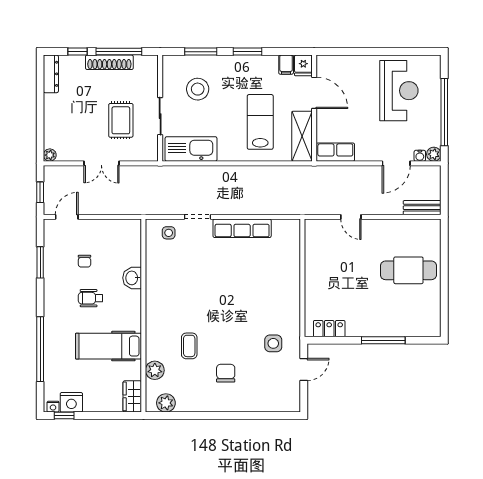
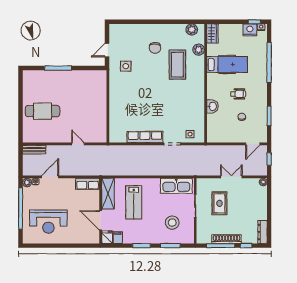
reception desk: (399, 91) -> (48, 222), turned -90
locker: (329, 329) -> (91, 75), removed
coffee table: (189, 346) -> (177, 65), width x1.86, depth x1.72

